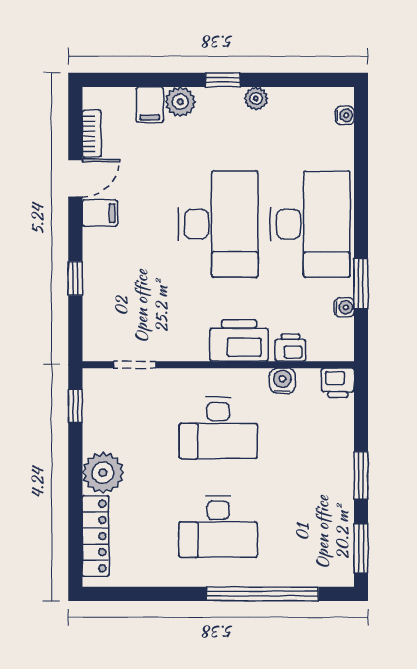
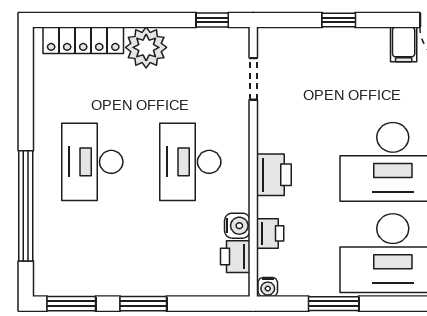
water cooler: (344, 307) -> (268, 287), moved
printer: (239, 341) -> (274, 175), width x0.73, depth x0.84
printer: (338, 383) -> (235, 257), moved

